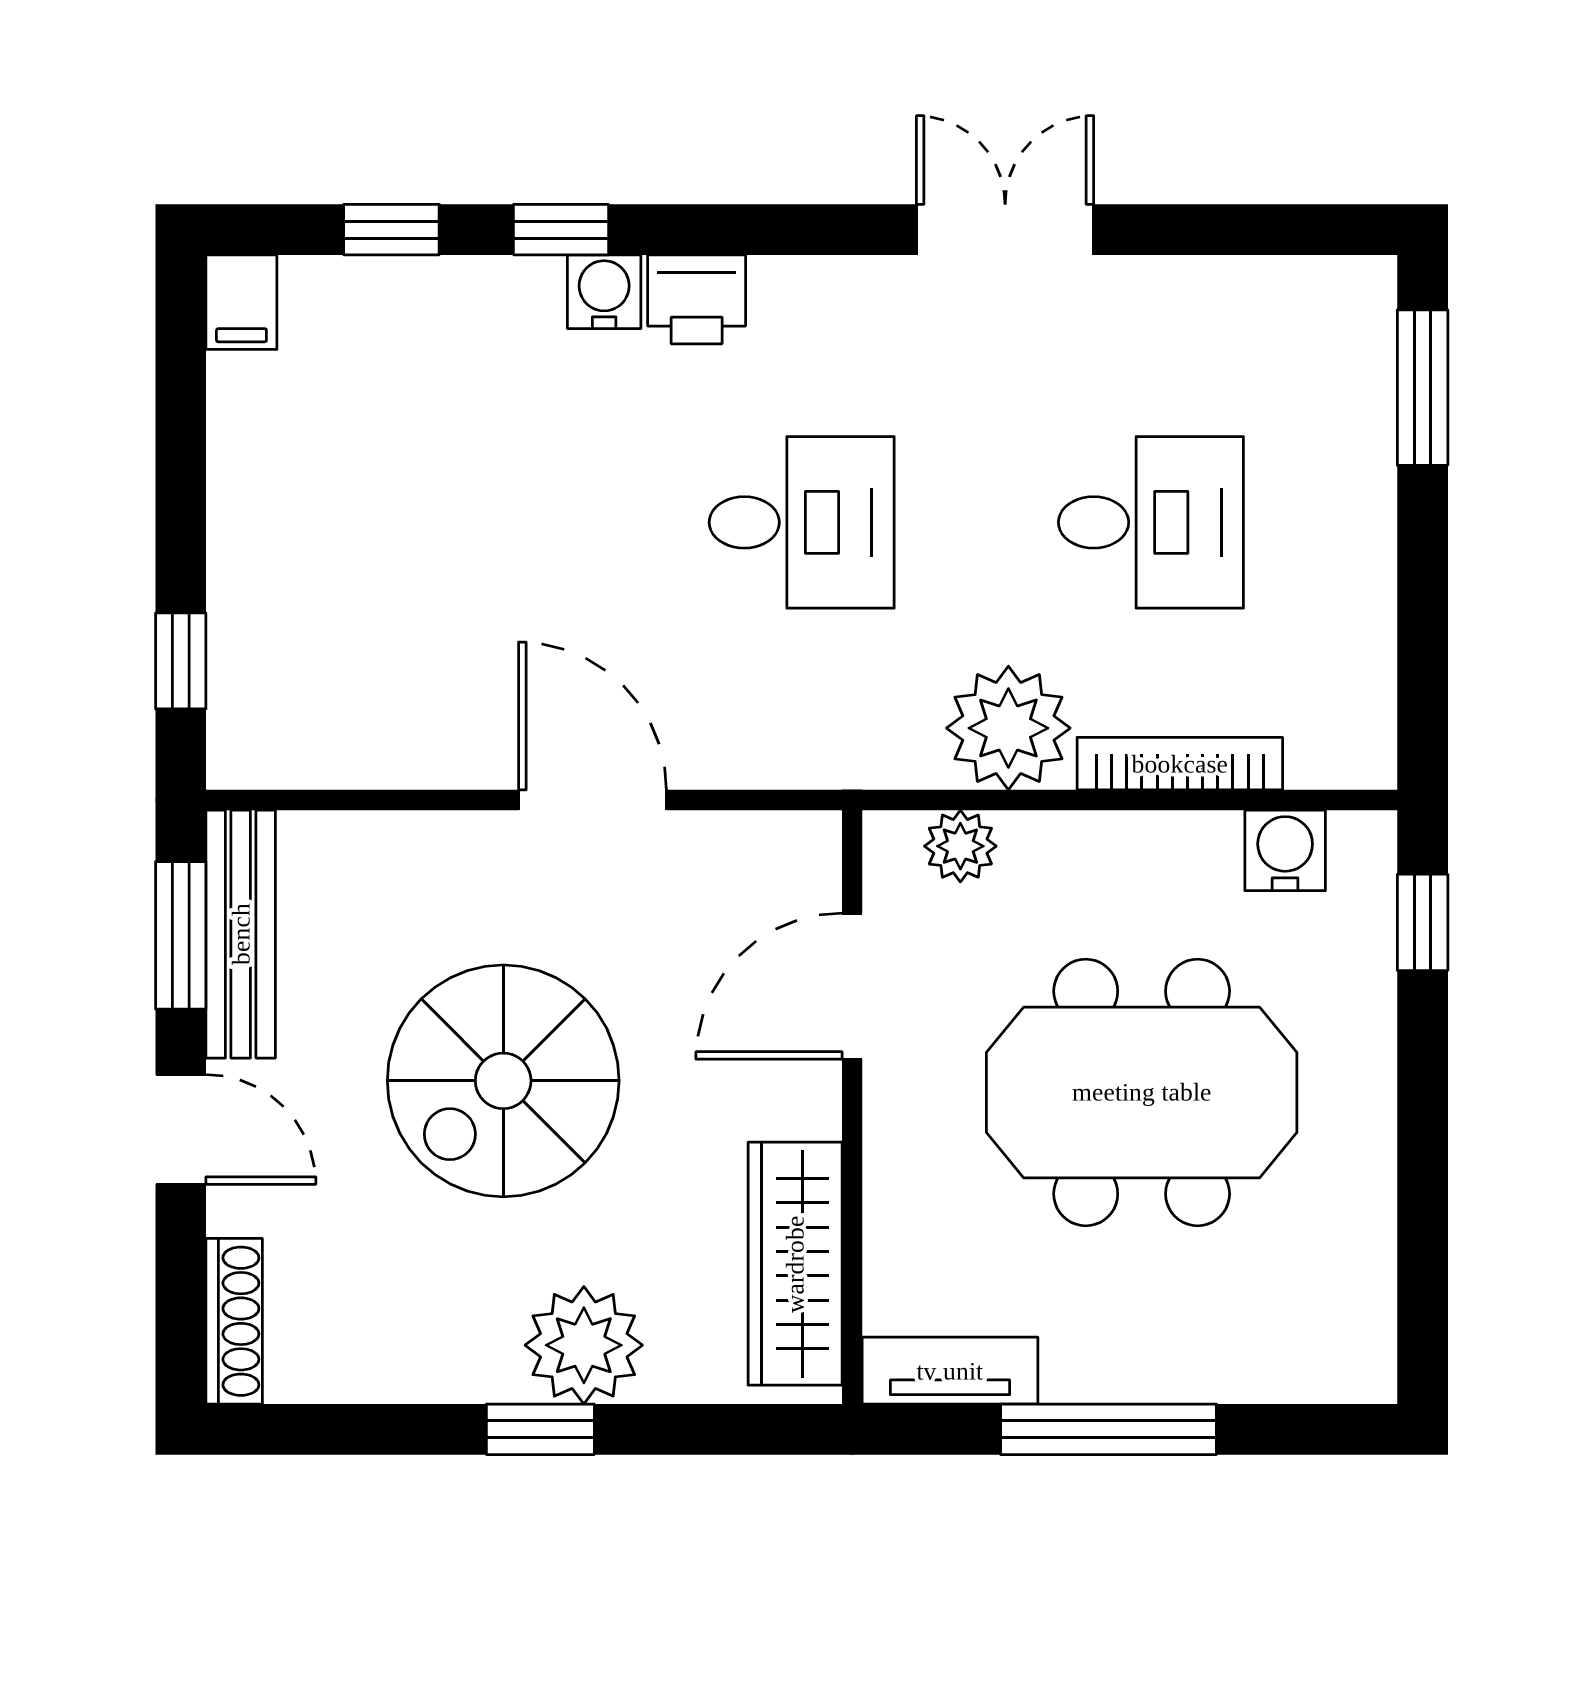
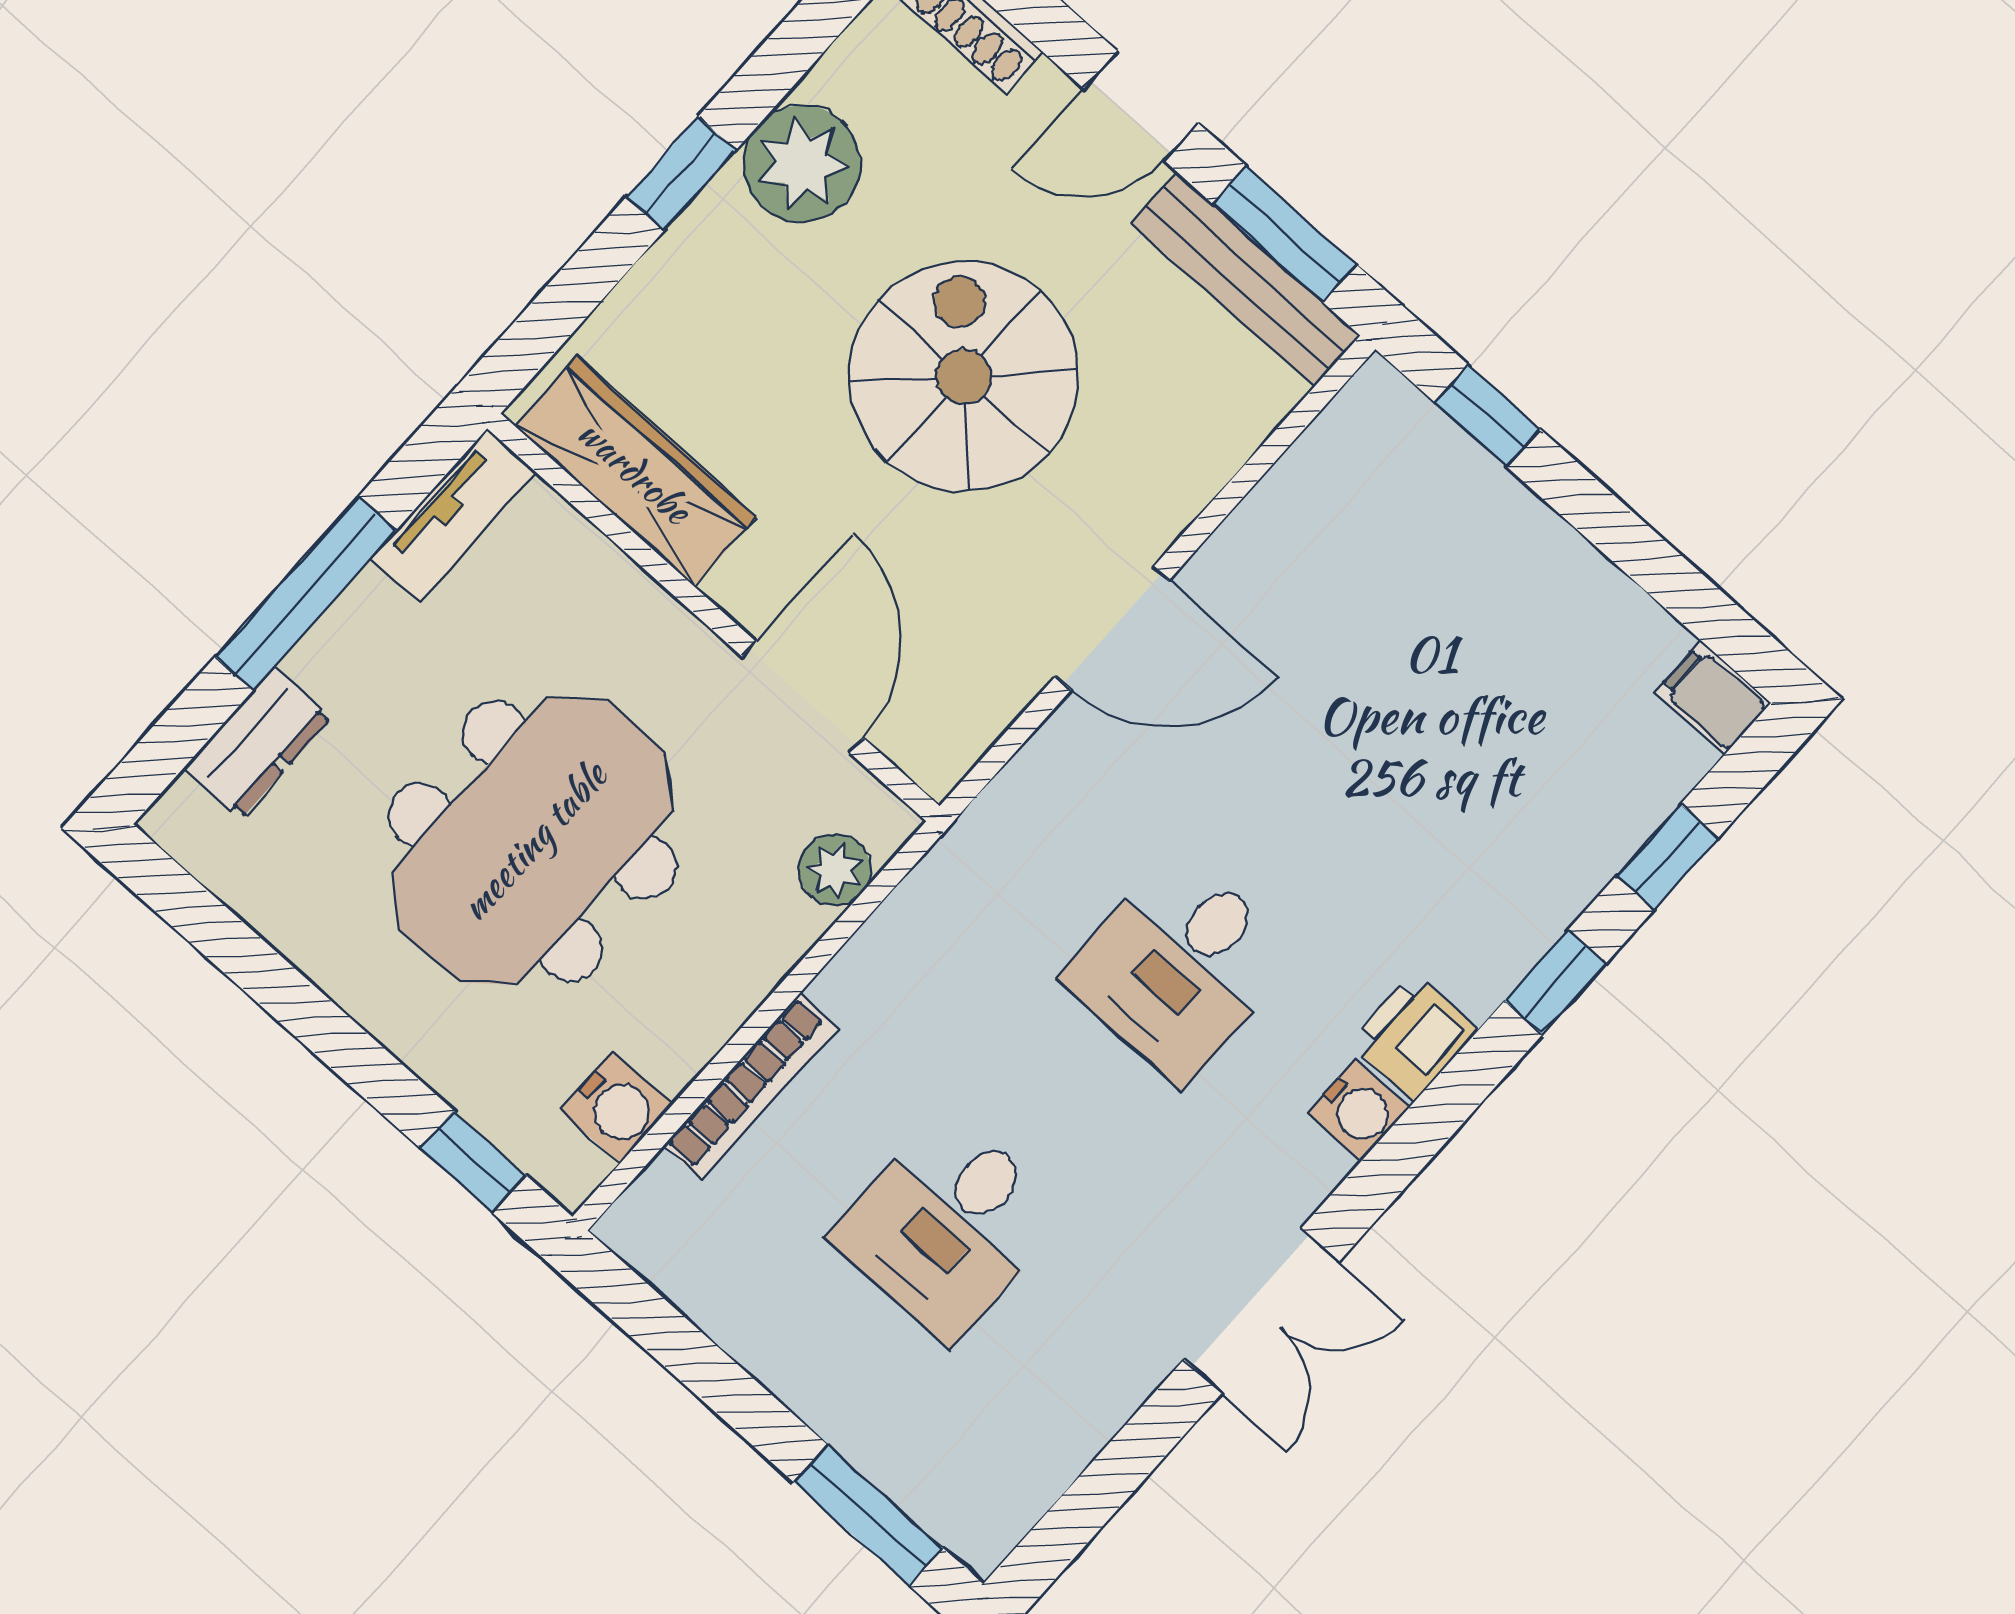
water cooler: (604, 292) -> (1358, 1110), moved
plant: (1008, 728) -> (890, 984), removed
plant: (584, 1345) -> (802, 164), moved
dresser: (1252, 1365) -> (258, 743), added

